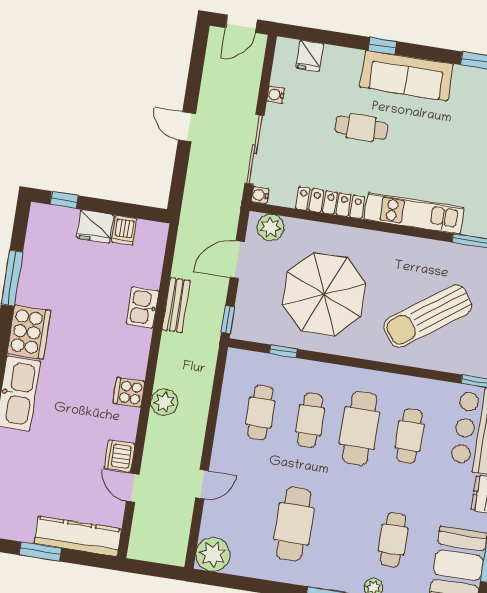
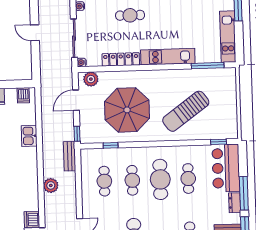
dishwasher: (124, 230) -> (23, 95), moved
bench: (176, 305) -> (70, 156), moved
cooker: (129, 392) -> (31, 184), removed

